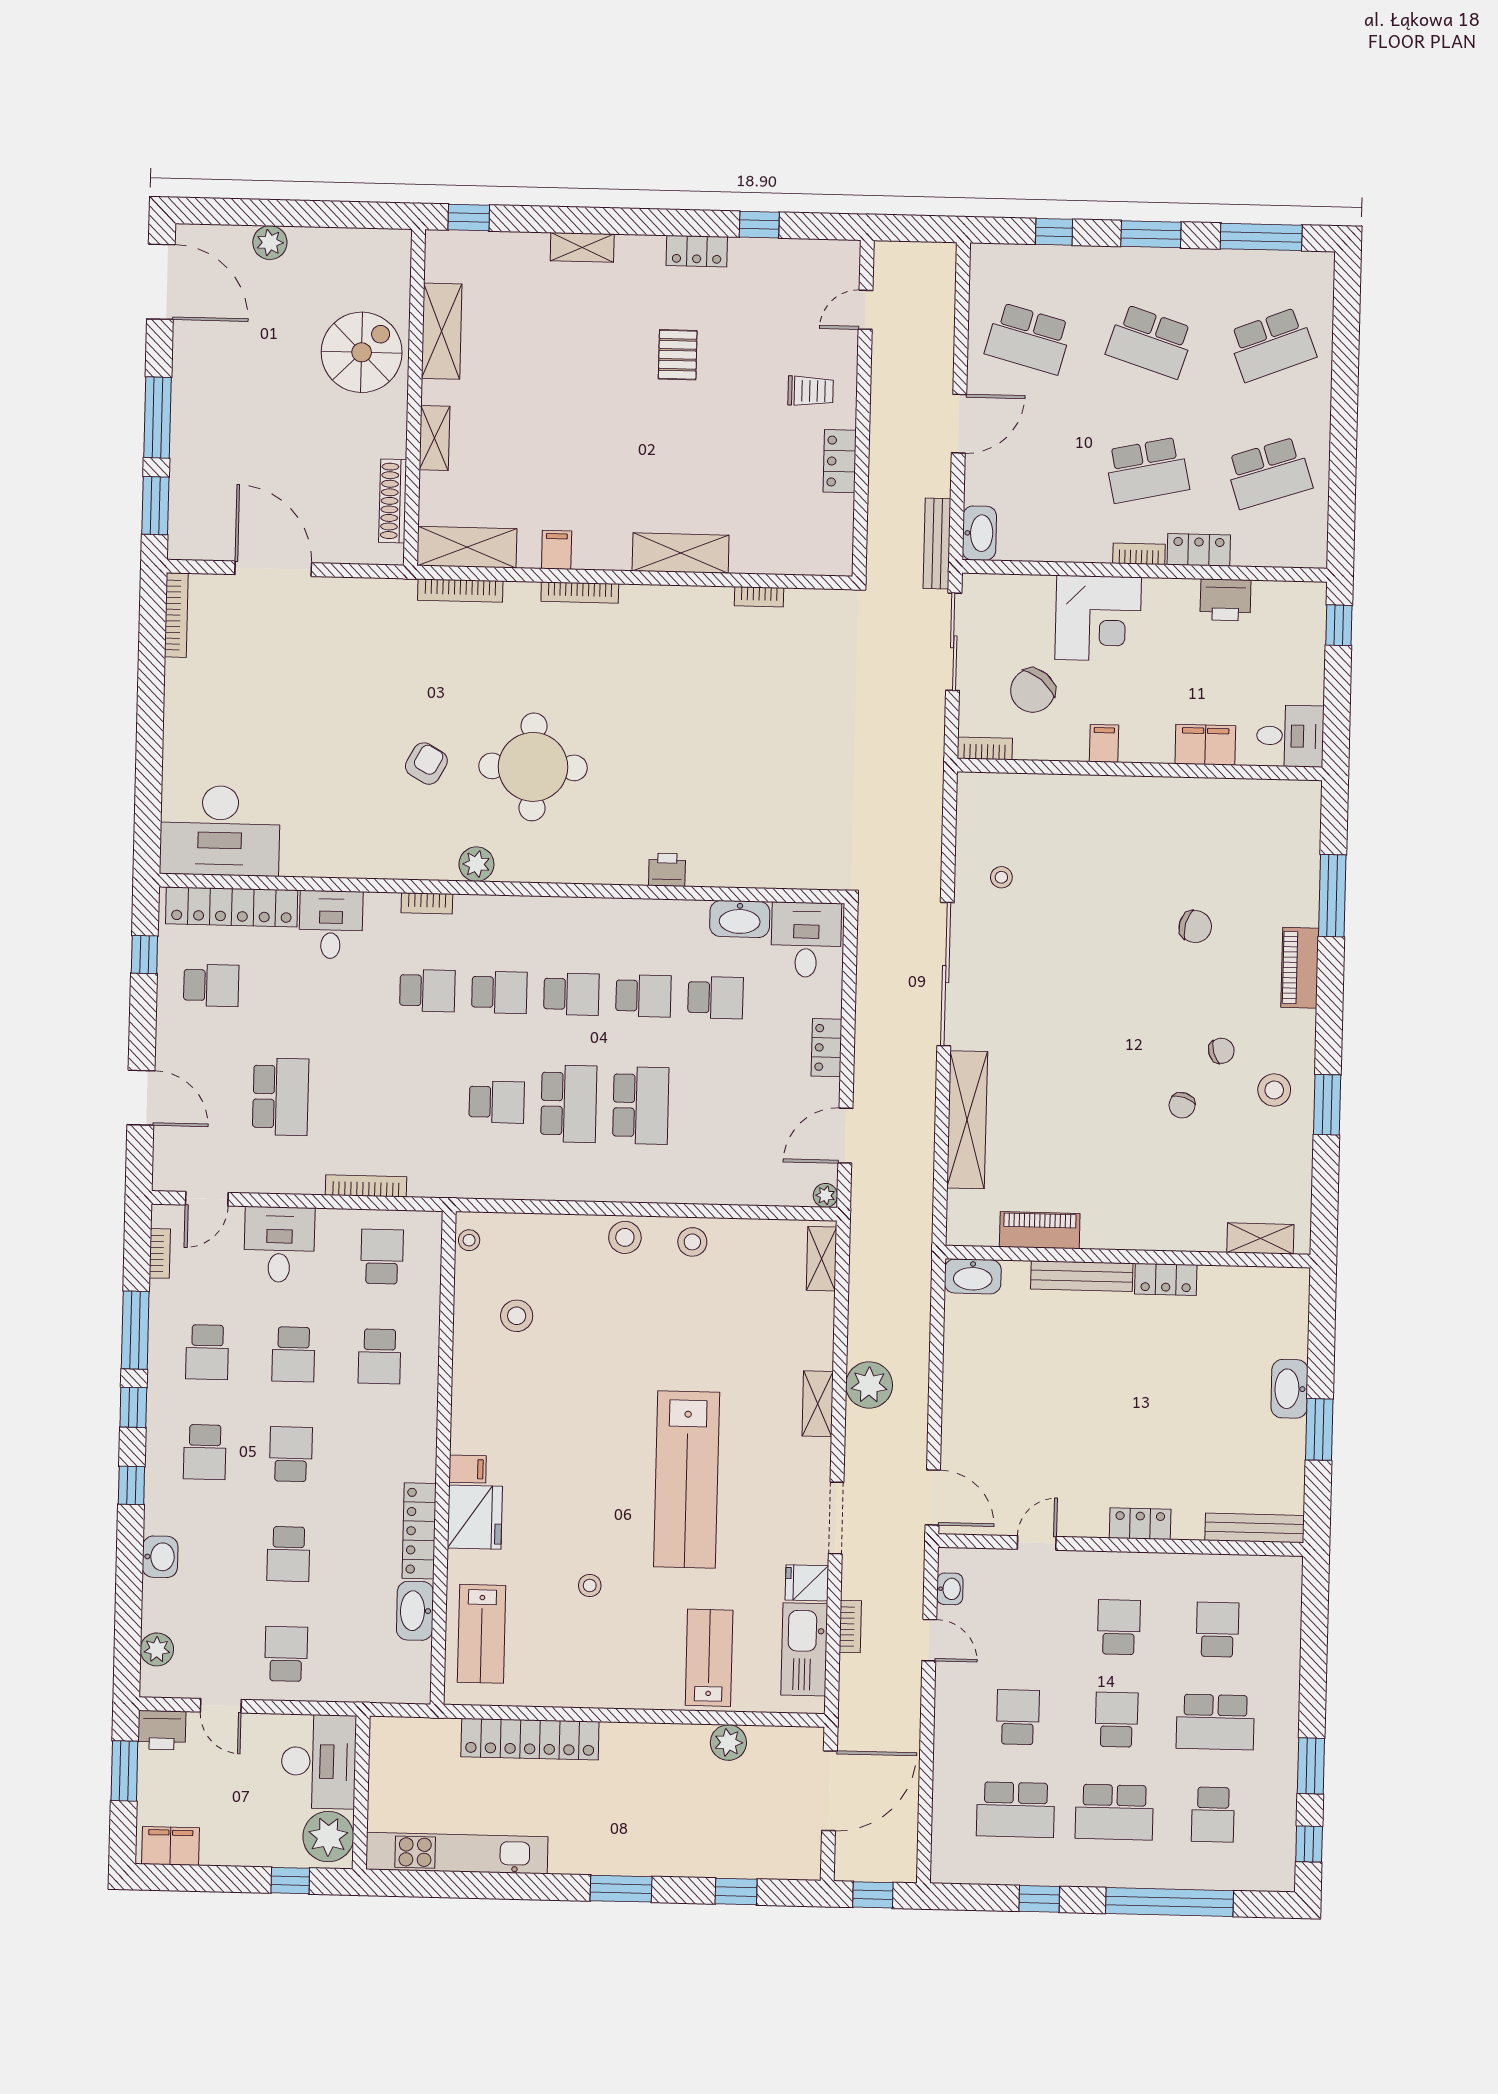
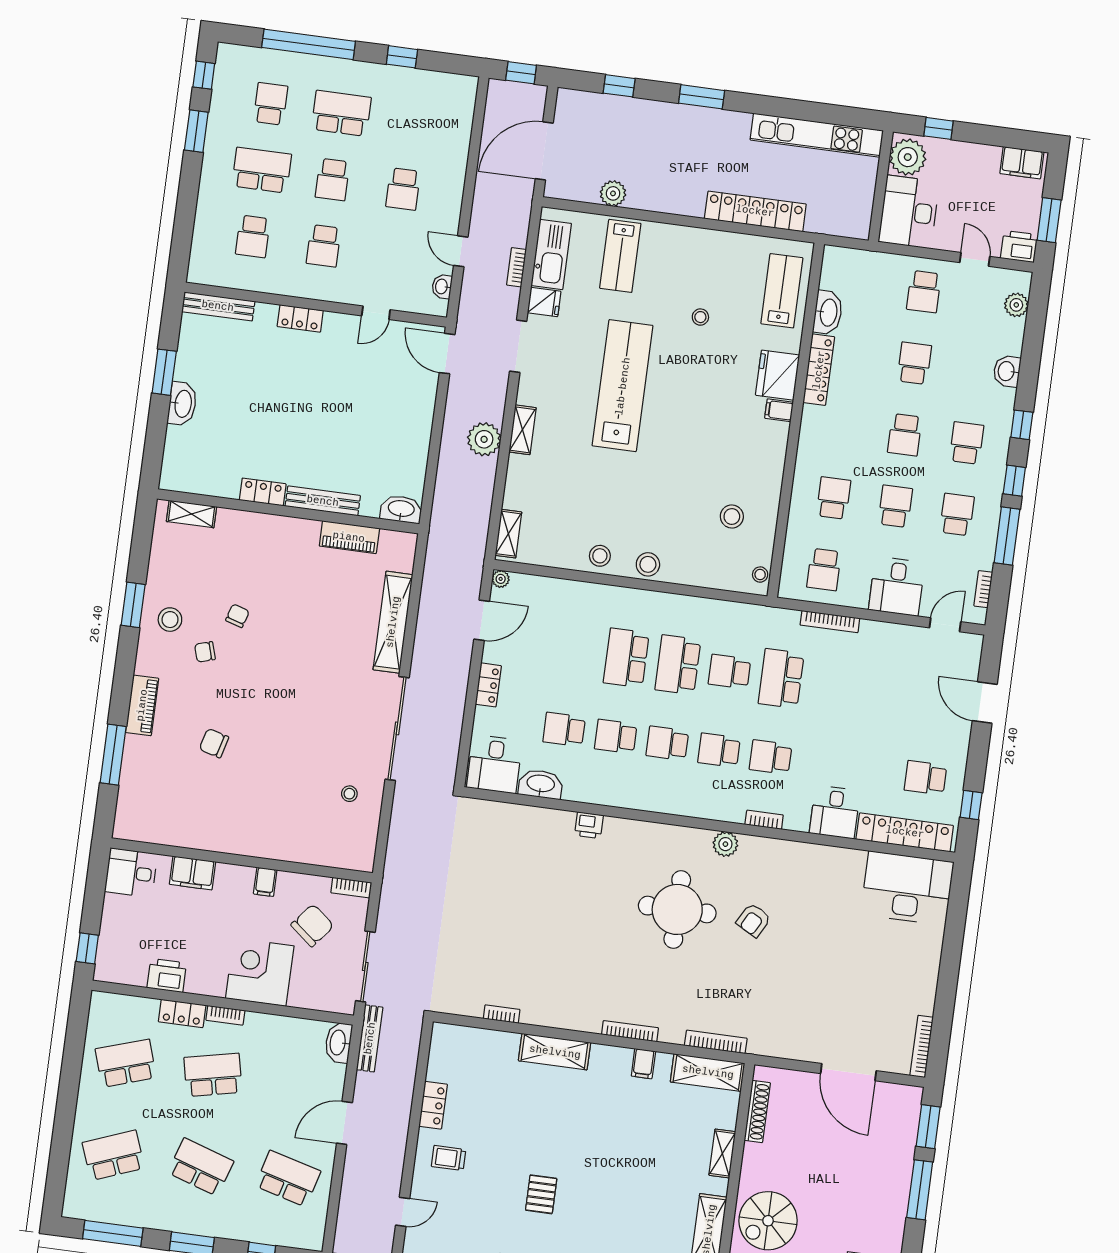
school desk: (281, 1097) -> (781, 678), moved
school desk: (1016, 1810) -> (412, 123), removed

